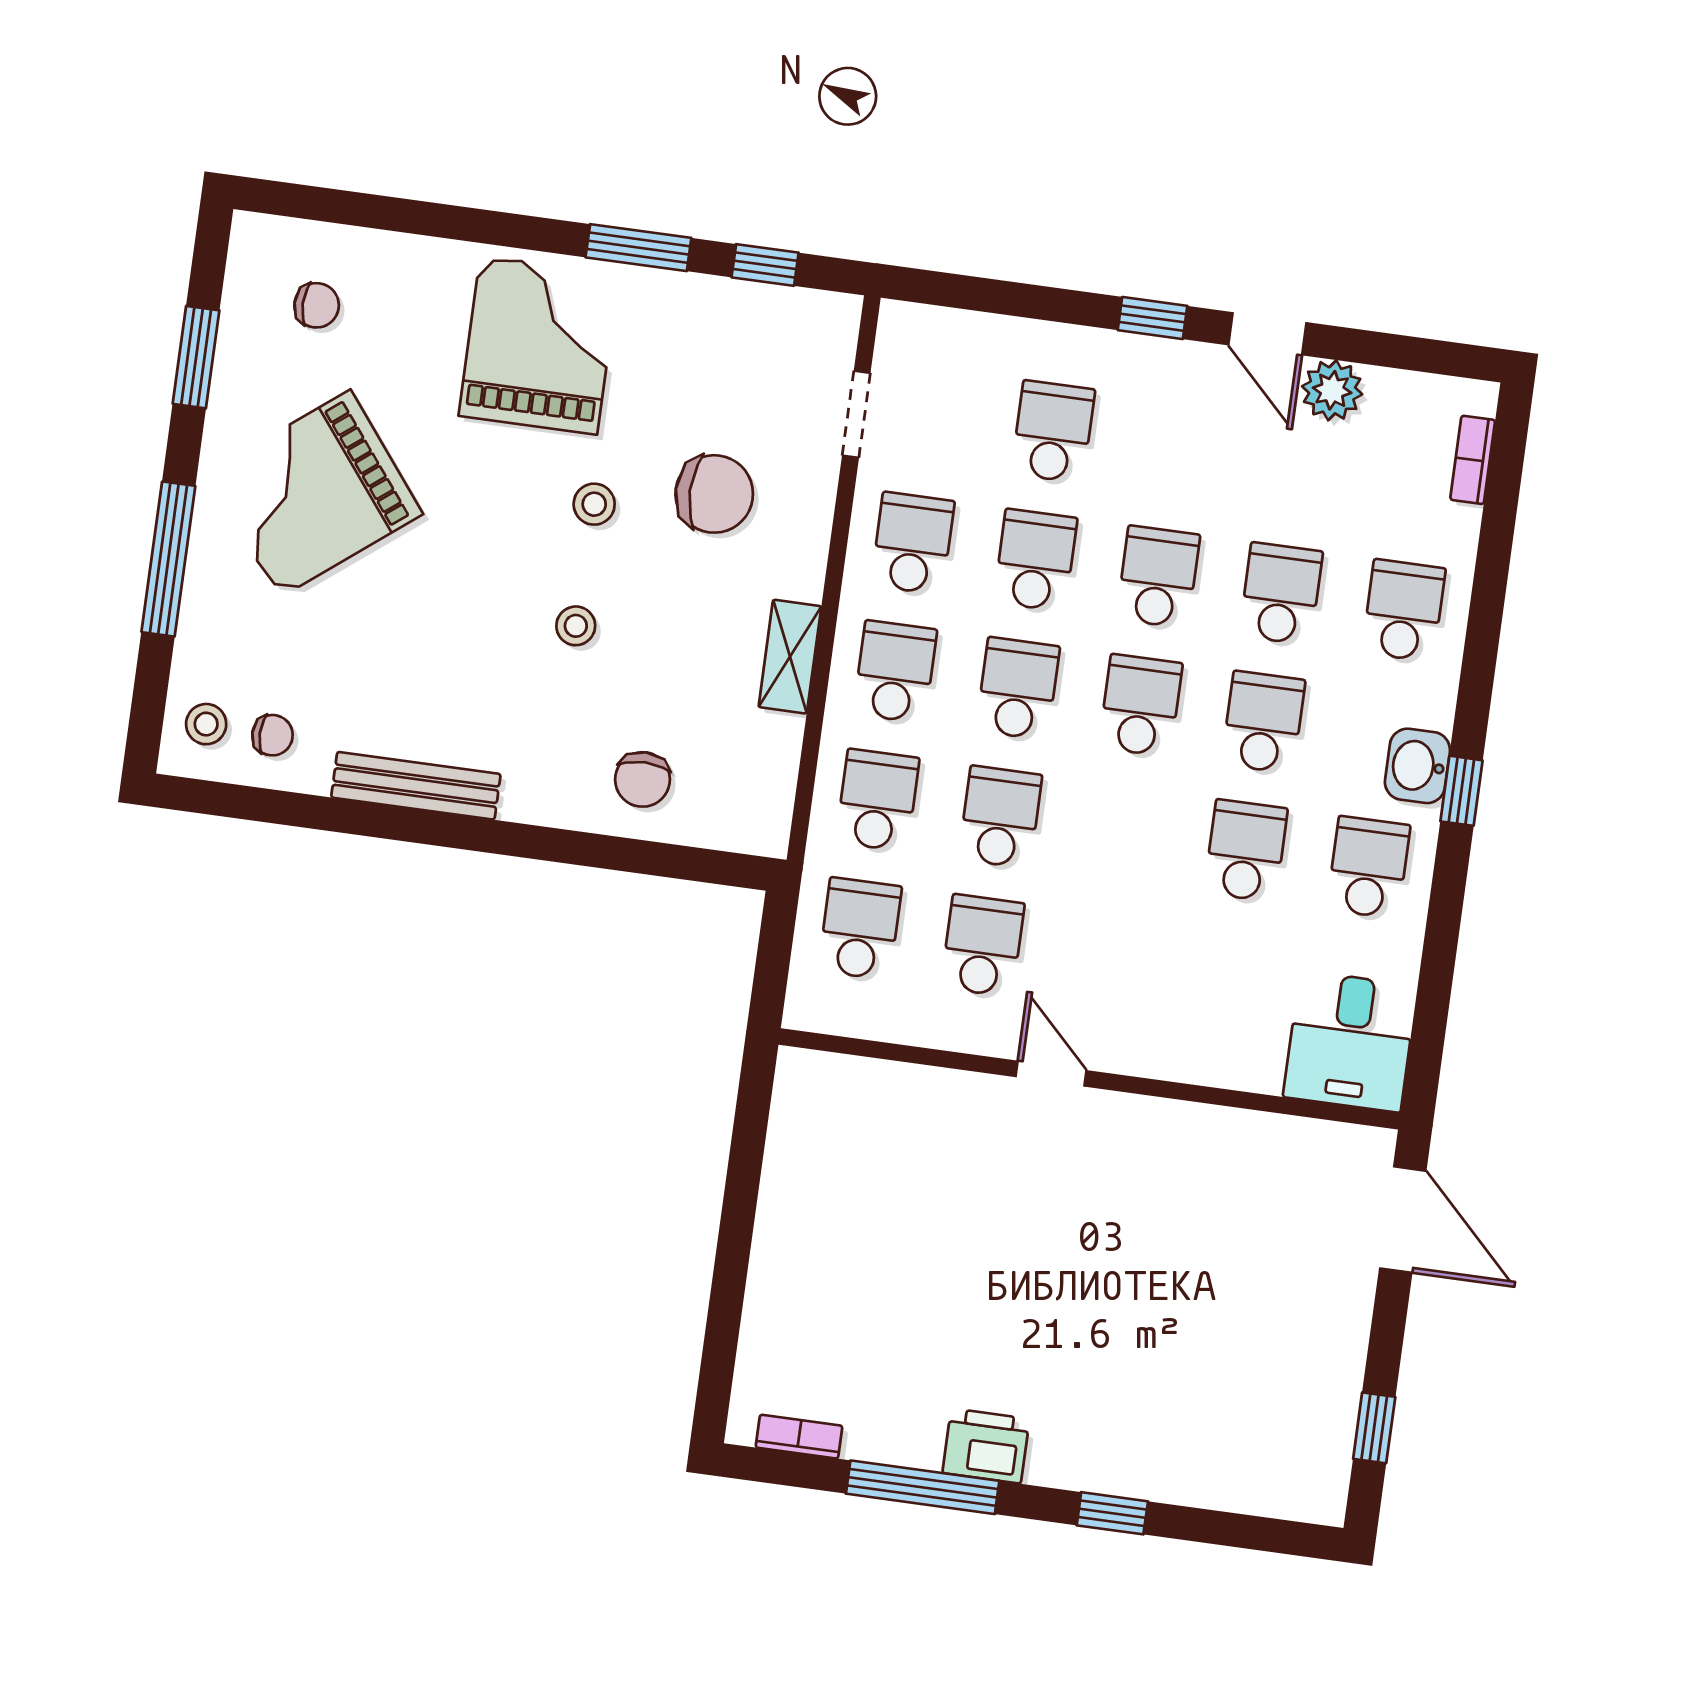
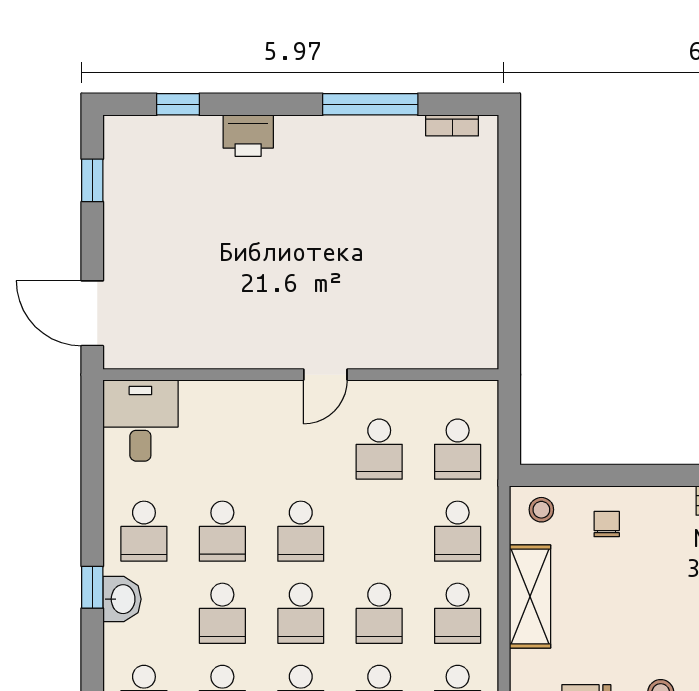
stool: (576, 626) -> (541, 510), moved
shelving: (790, 657) -> (530, 597), width x1.50, depth x1.33
chair: (643, 779) -> (607, 524), width x0.73, depth x0.73
school desk: (1000, 817) -> (301, 531), moved
door: (1051, 1074) -> (325, 375), hinge flipped
printer: (986, 1446) -> (248, 136), moved
window: (1112, 1513) -> (178, 104), moved

